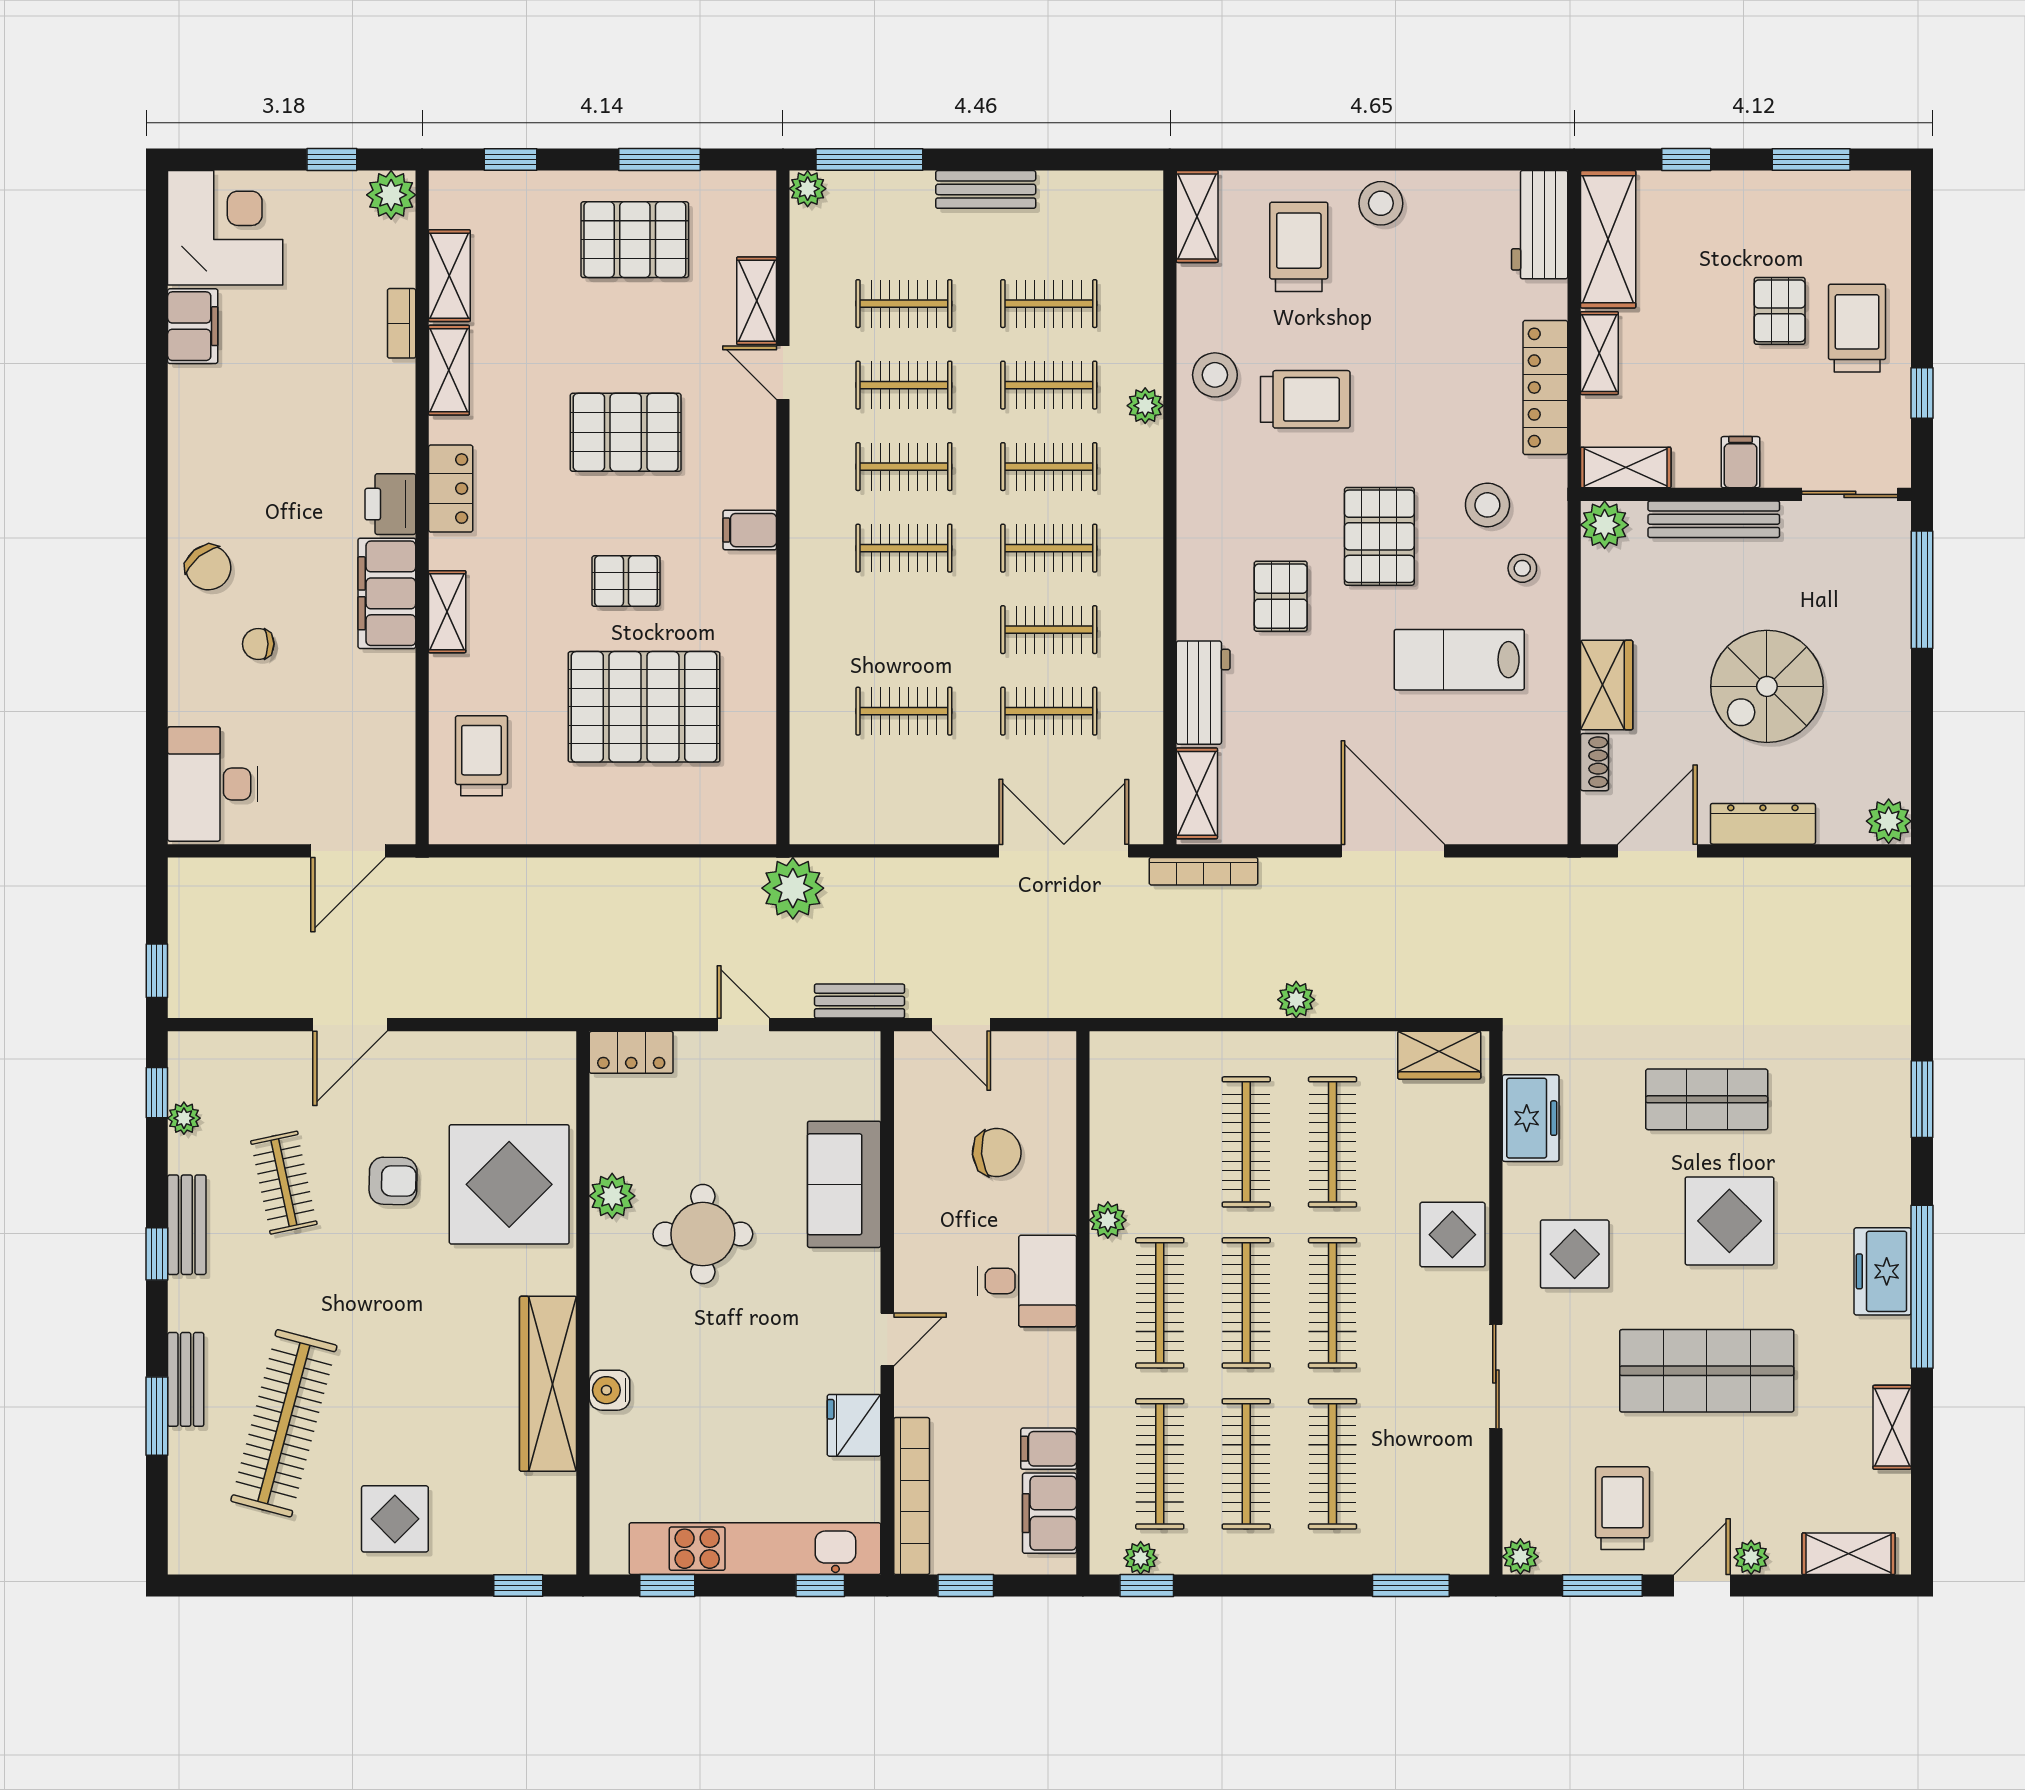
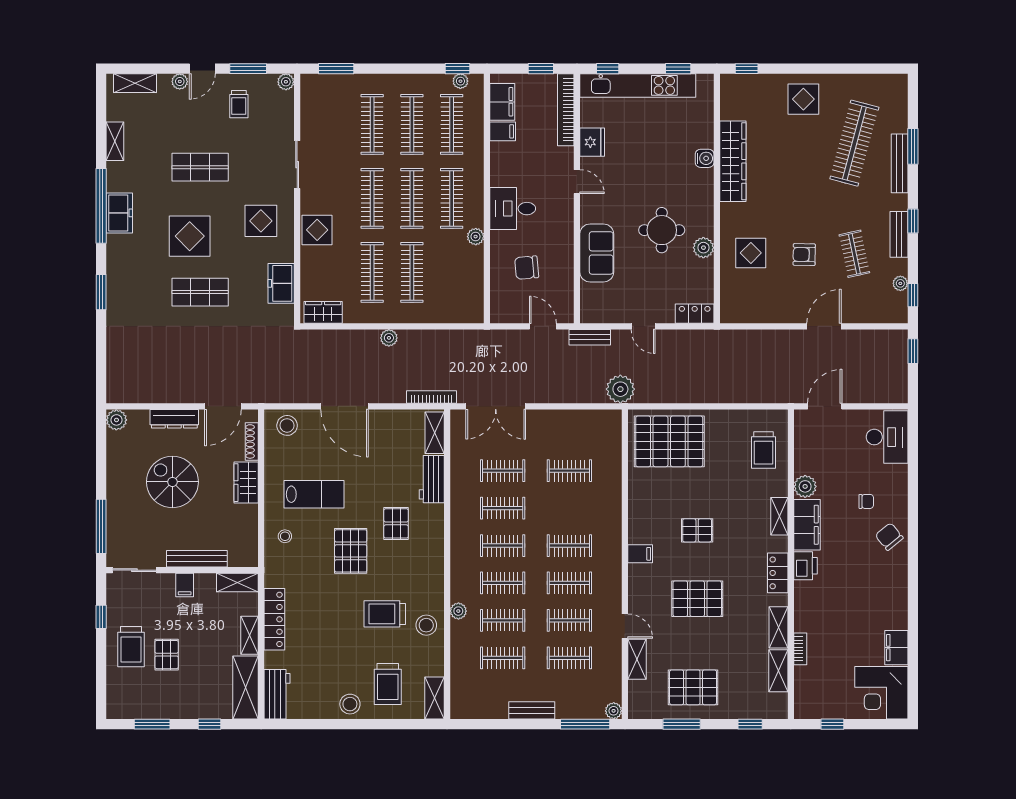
plant: (391, 195) -> (805, 486), moved
stool: (1487, 505) -> (287, 425), moved
plant: (1605, 525) -> (247, 556), removed
spiral stairs: (1767, 686) -> (172, 482), turned -90
pallet: (644, 707) -> (669, 441), moved
shoe rack: (1595, 762) -> (252, 441), width x1.43
display table: (509, 1184) -> (751, 253), width x0.54, depth x0.54
door: (887, 1339) -> (577, 182), swing flipped
shop shelf: (1707, 1371) -> (200, 167), width x0.70, depth x0.74
bench: (186, 1379) -> (900, 163), width x1.36
trolley: (1623, 1508) -> (239, 104), width x0.73, depth x0.72

